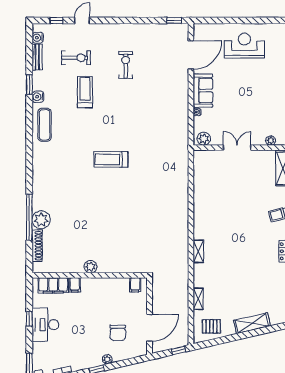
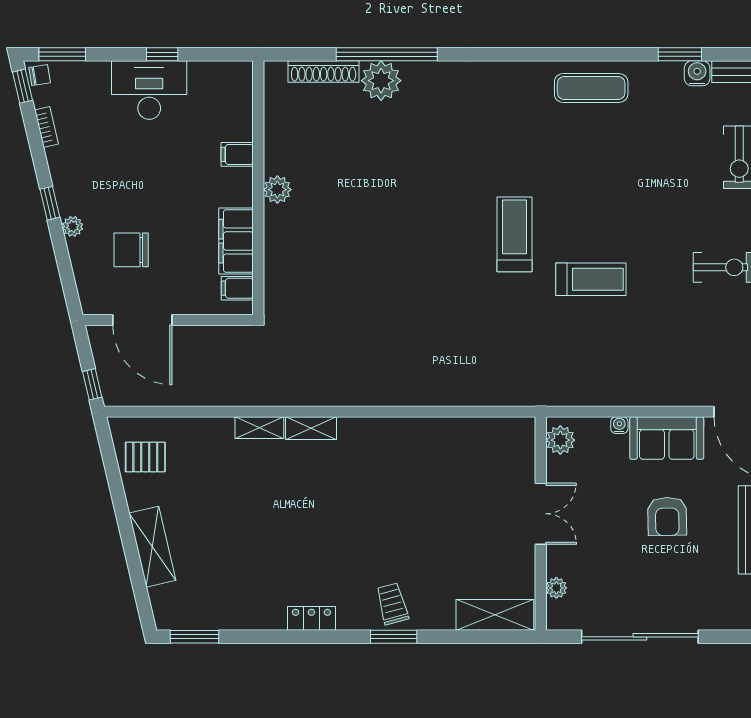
armchair: (238, 90) -> (667, 516), added
treadmill: (85, 92) -> (591, 279), moved
water cooler: (38, 97) -> (697, 73), moved
filing cabinet: (53, 285) -> (236, 241), moved
shelving: (198, 299) -> (259, 428), moved
pallet: (211, 326) -> (145, 457), turned 90

